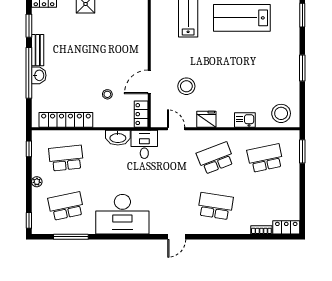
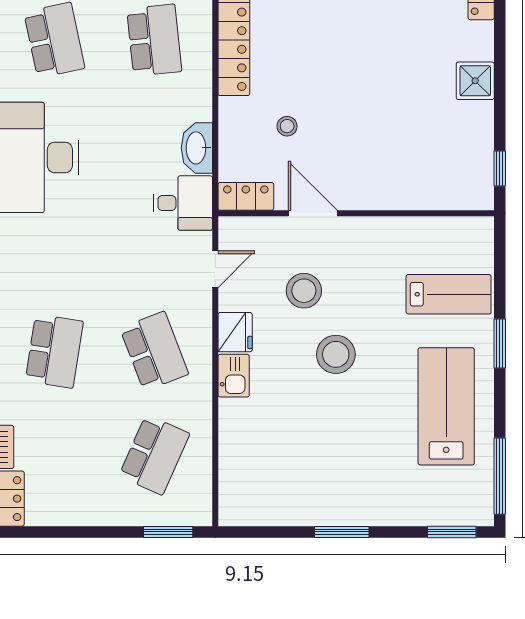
stool: (281, 113) -> (336, 354), moved
kitchen sink: (245, 120) -> (234, 376), moved
school desk: (265, 158) -> (154, 455), turned 36

